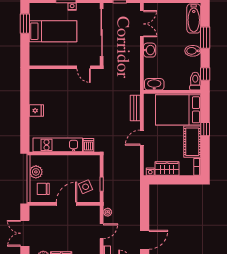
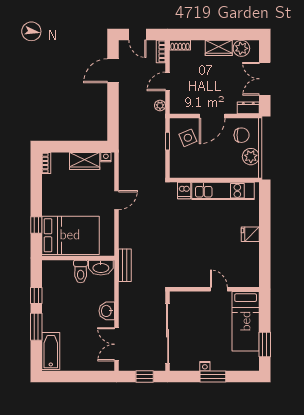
bed: (53, 31) -> (246, 321), moved, turned -90
bidet: (193, 51) -> (52, 310), removed
door: (84, 67) -> (219, 289), moved
window: (205, 74) -> (36, 295), moved
toilet: (195, 81) -> (81, 272), moved
bench: (135, 108) -> (125, 265), moved
window: (205, 129) -> (36, 225), moved
cot: (192, 142) -> (53, 195), removed
dresser: (38, 210) -> (248, 108), added
double door: (25, 233) -> (265, 79), swing flipped

